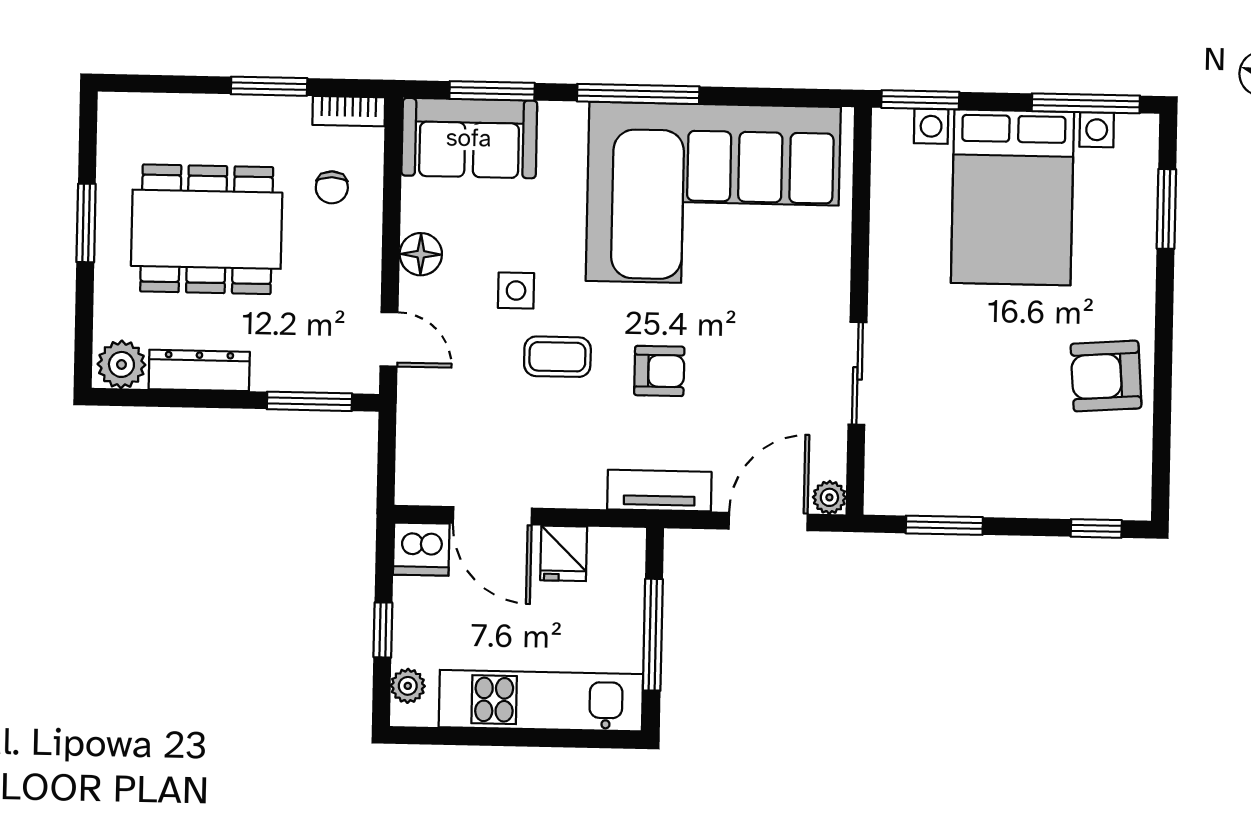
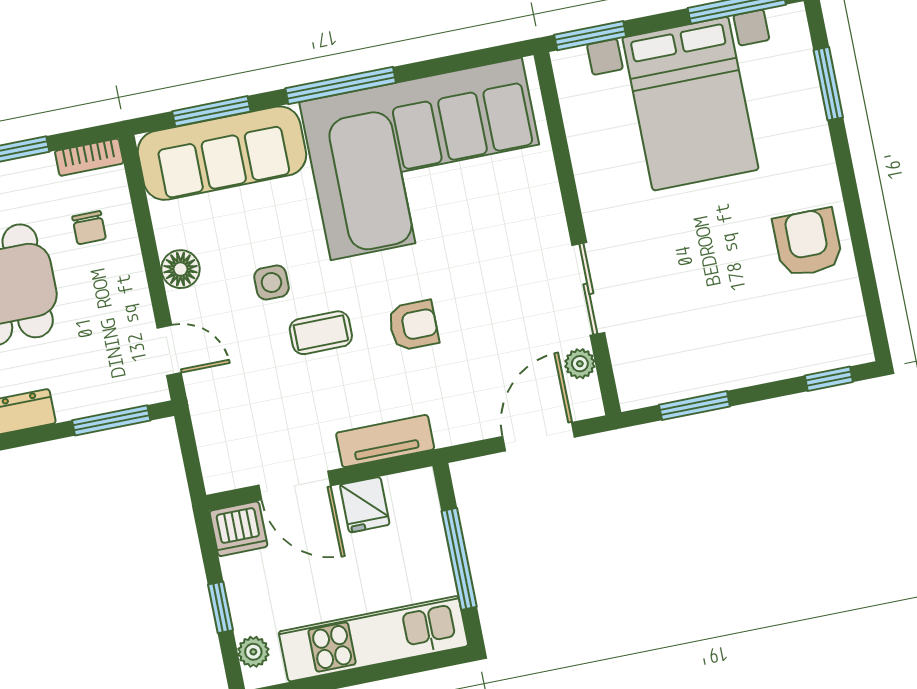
sofa: (469, 138) -> (222, 153), width x1.36
armchair: (1106, 376) -> (808, 243), turned 94
tv unit: (659, 491) -> (385, 441), moved
plant: (829, 497) -> (580, 364), moved

